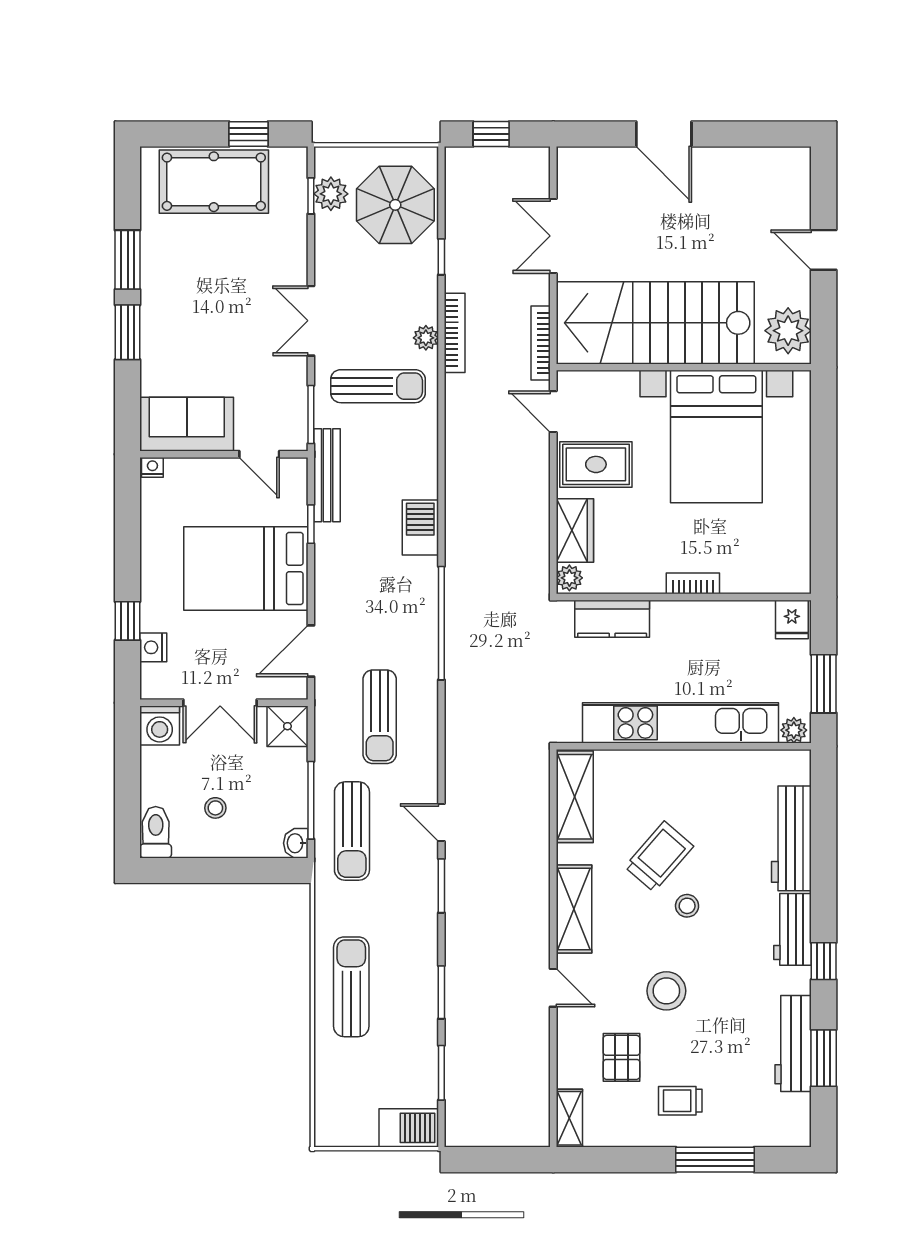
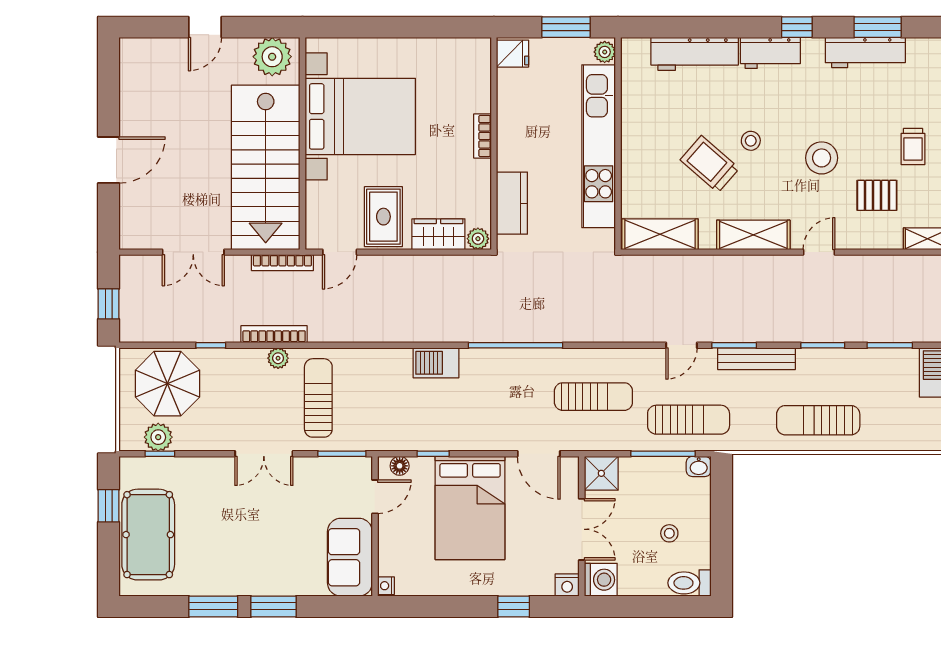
bench: (327, 475) -> (757, 359), moved
floor lamp: (296, 484) -> (400, 466), added
nightstand: (153, 647) -> (567, 585), moved

